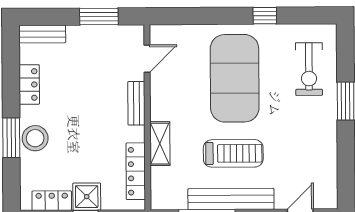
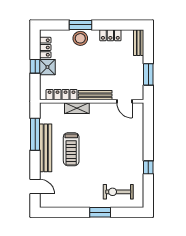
exercise mat: (235, 78) -> (113, 150), removed
bench: (136, 103) -> (95, 95), width x1.36

